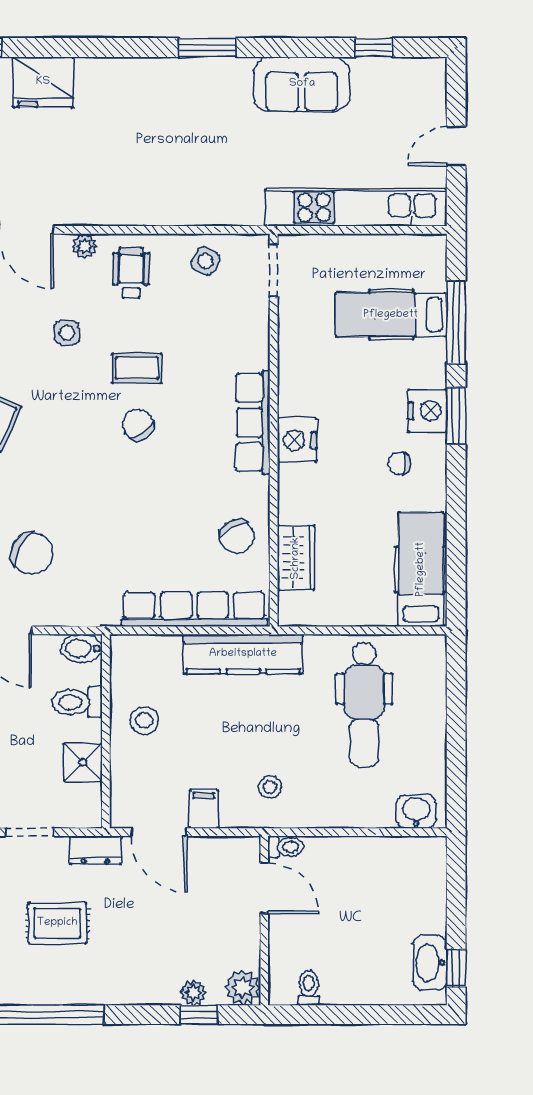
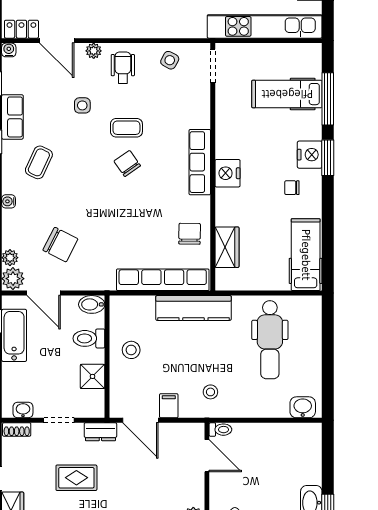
chair: (237, 536) -> (190, 234), turned -151

